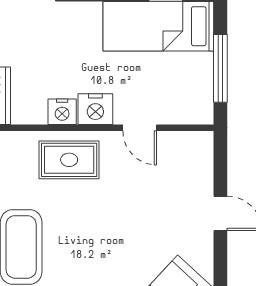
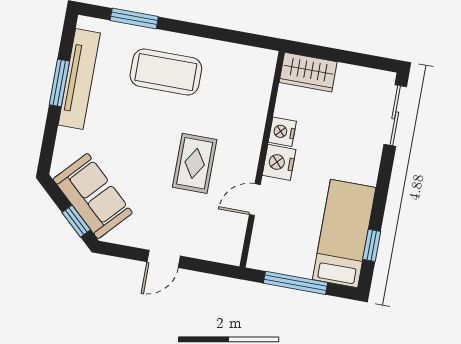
rug: (69, 160) -> (195, 163), moved

